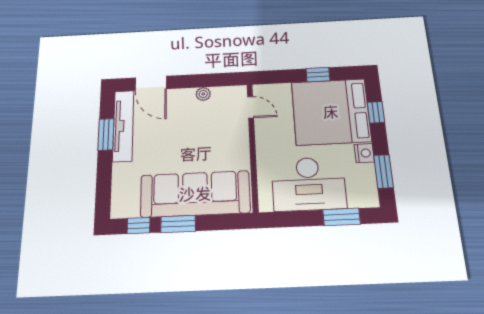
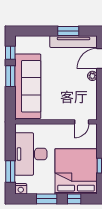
plant: (203, 94) -> (92, 76), moved
nightstand: (364, 153) -> (21, 189), moved
window: (384, 171) -> (47, 199), moved

